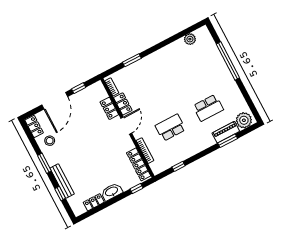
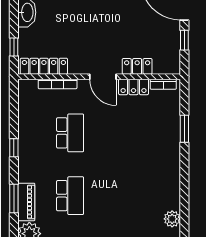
school desk: (208, 108) -> (70, 196), turned 180
window: (179, 166) -> (14, 148), moved

